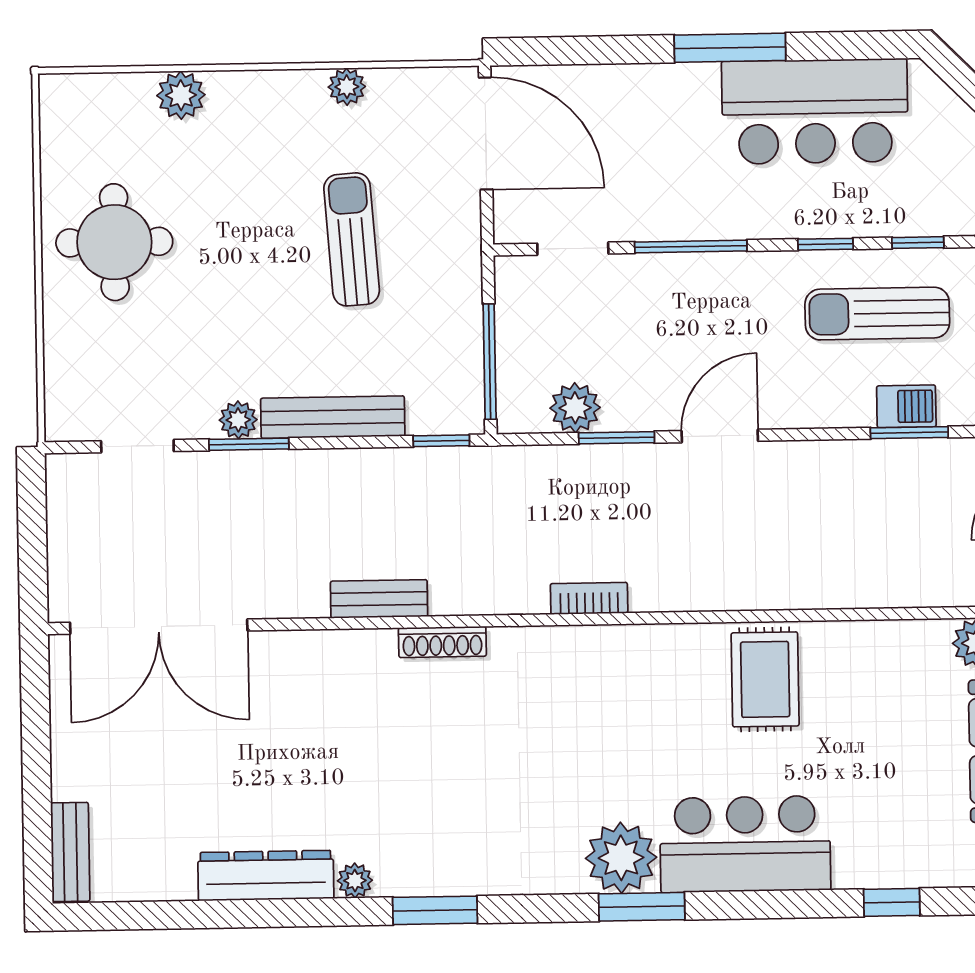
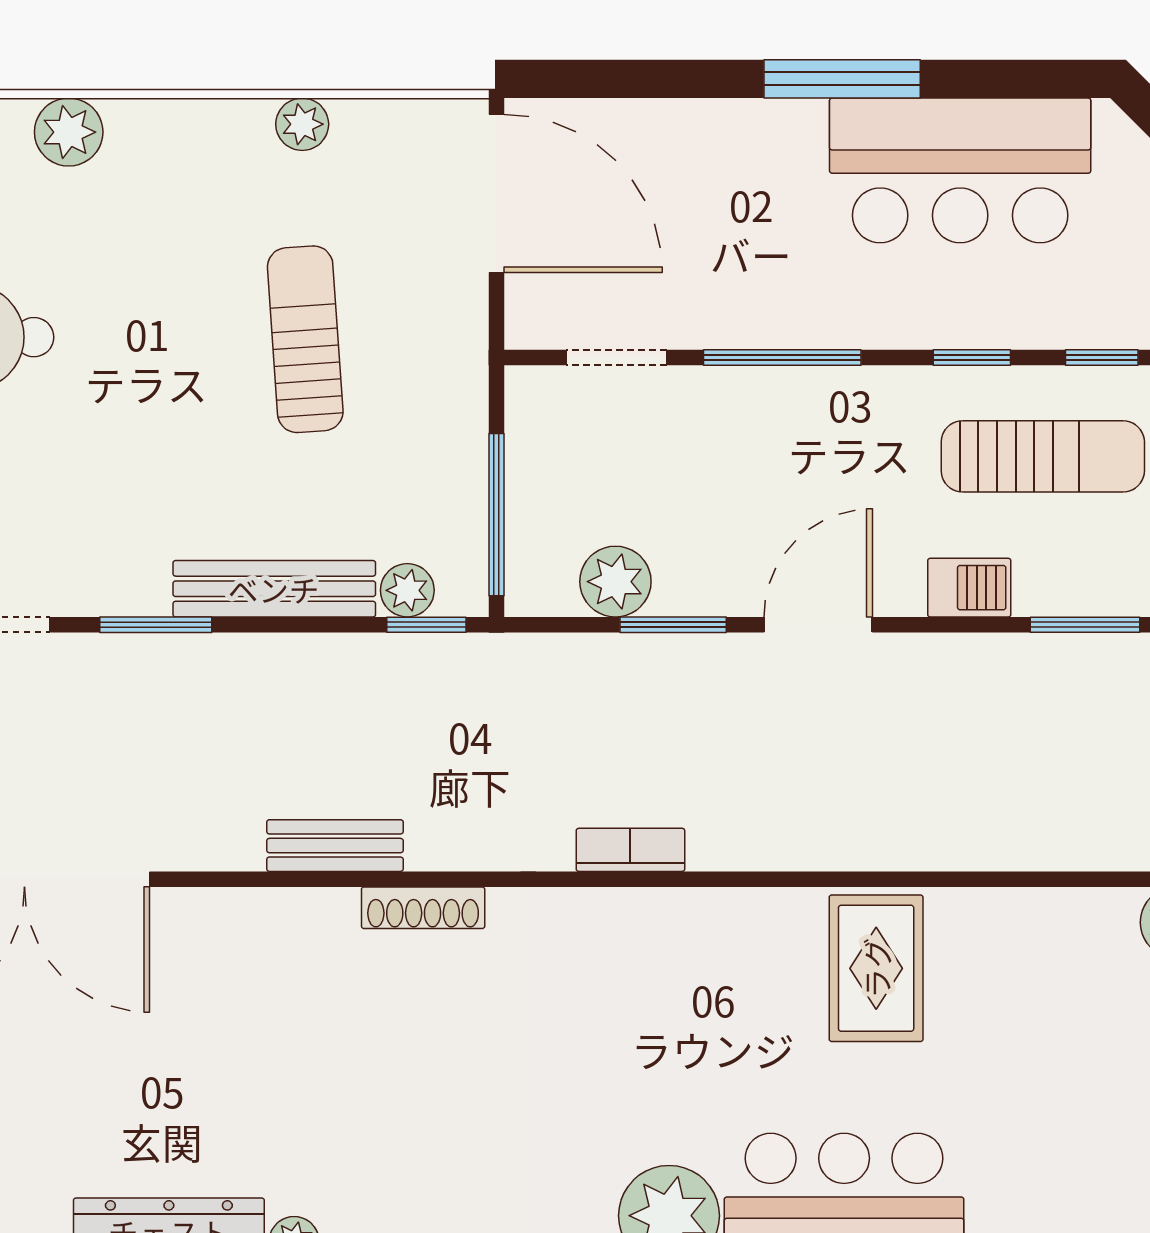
sun lounger: (877, 314) -> (1043, 456), turned 180
barbecue: (906, 406) -> (969, 588), moved
plant: (238, 420) -> (407, 590), moved

